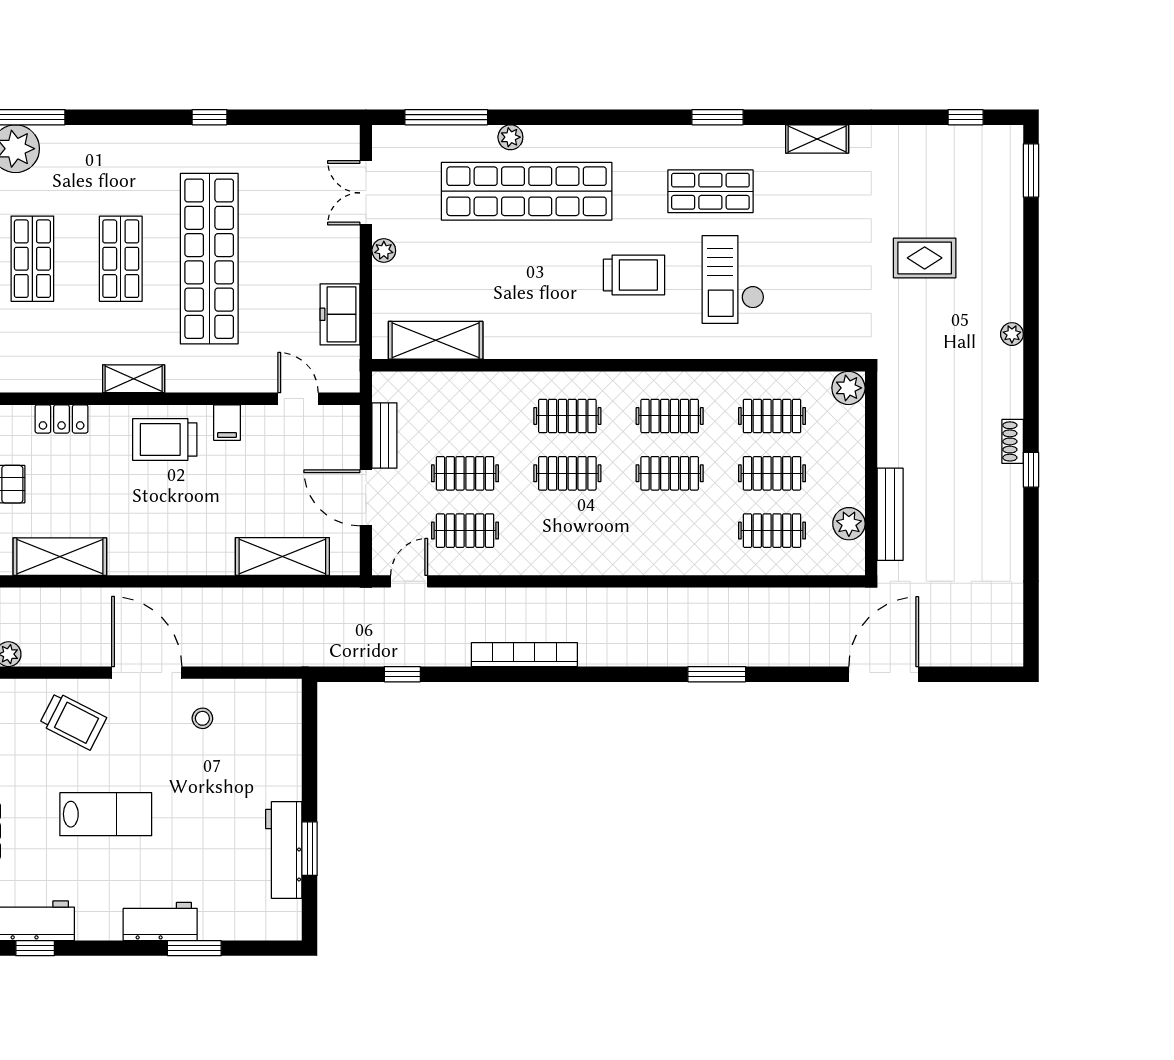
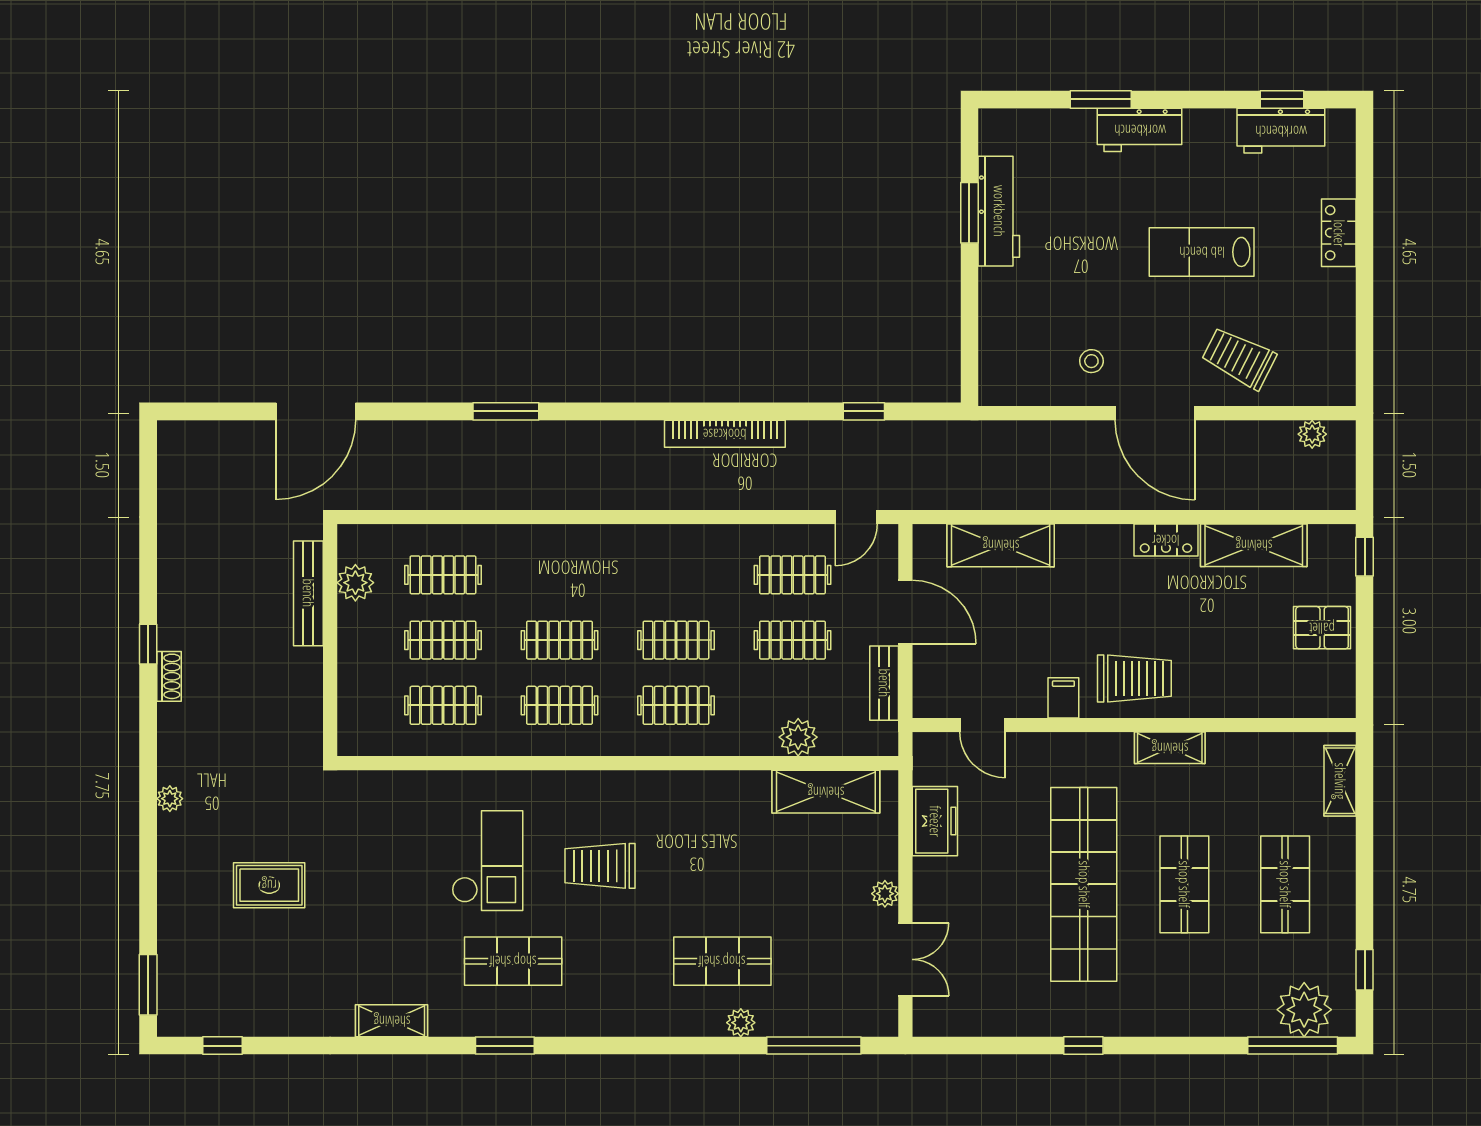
shop shelf: (527, 191) -> (722, 961), width x0.50, depth x0.74
plant: (848, 388) -> (798, 737), moved
locker: (62, 419) -> (1166, 540), moved, turned 180

